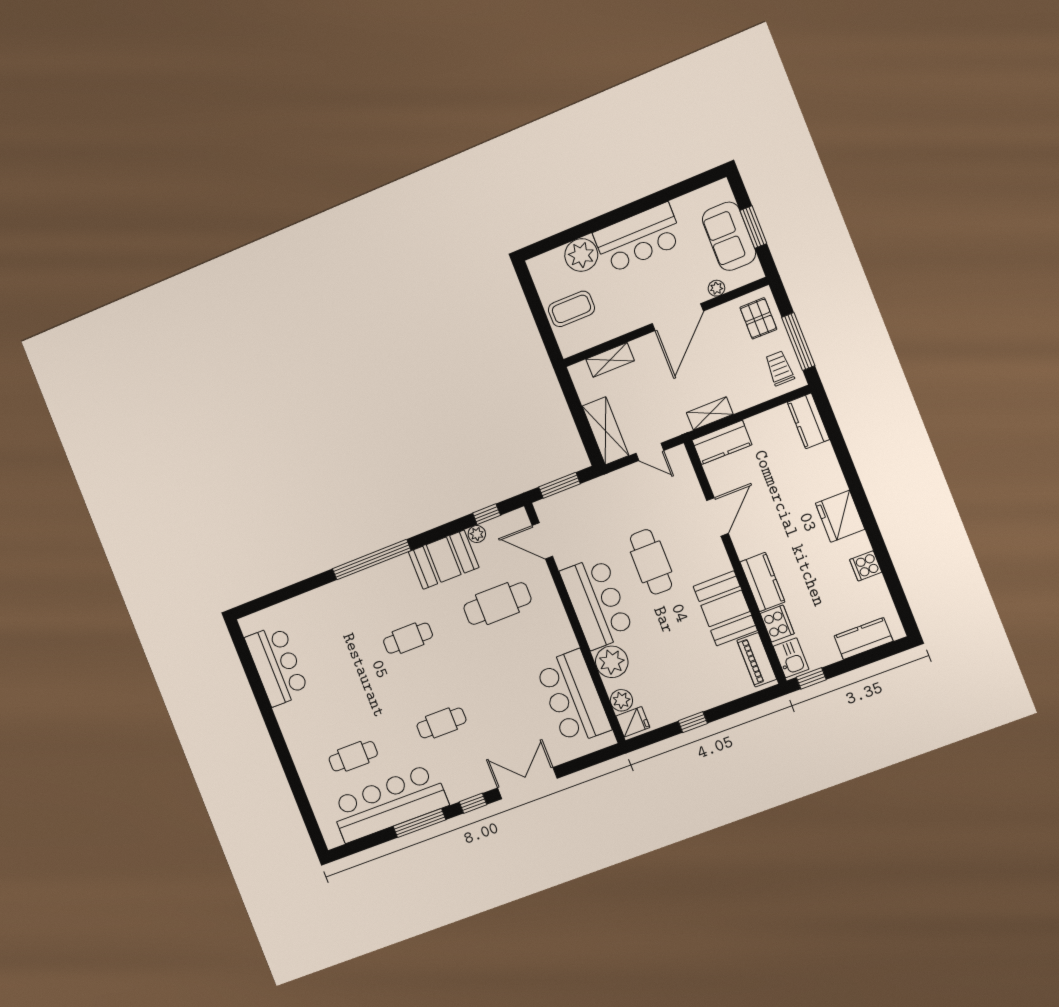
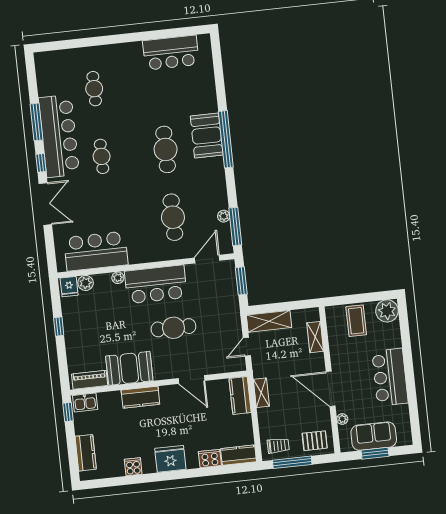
plant: (581, 255) -> (387, 311), moved
window: (487, 514) -> (235, 226), width x2.17
booth: (444, 560) -> (207, 136), moved
cooker: (777, 624) -> (210, 459), moved, turned 180
cafe table: (408, 638) -> (166, 149), width x1.37, depth x1.35
plant: (612, 662) -> (118, 278), width x0.53, depth x0.53
bar counter: (389, 803) -> (59, 136), moved

